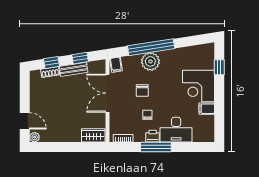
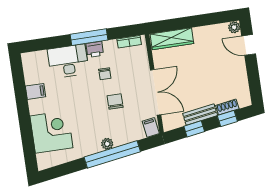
plant: (150, 61) -> (107, 144), width x0.53, depth x0.53
window: (219, 67) -> (28, 143), removed
corner desk: (199, 86) -> (51, 132), moved
wardrobe: (93, 135) -> (172, 39), width x1.50

